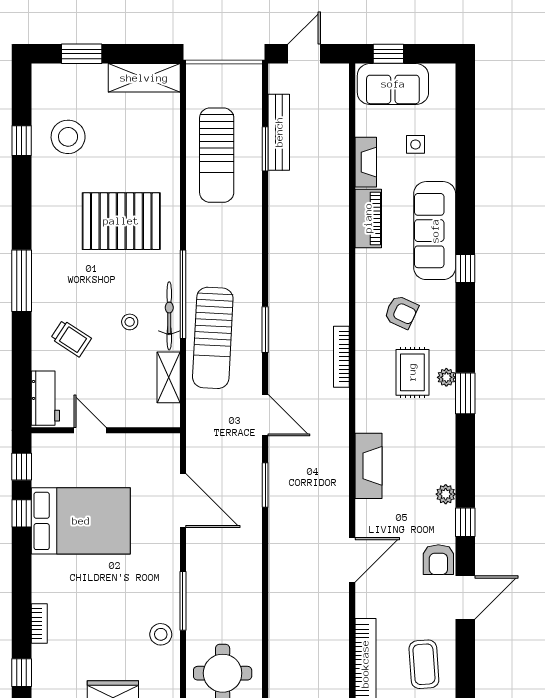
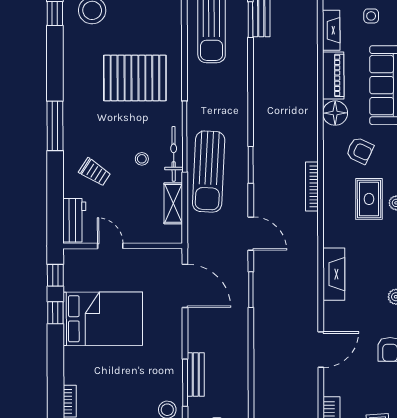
floor lamp: (370, 265) -> (335, 113), added
door: (183, 501) -> (185, 286), moved
bench: (196, 591) -> (196, 375), added

